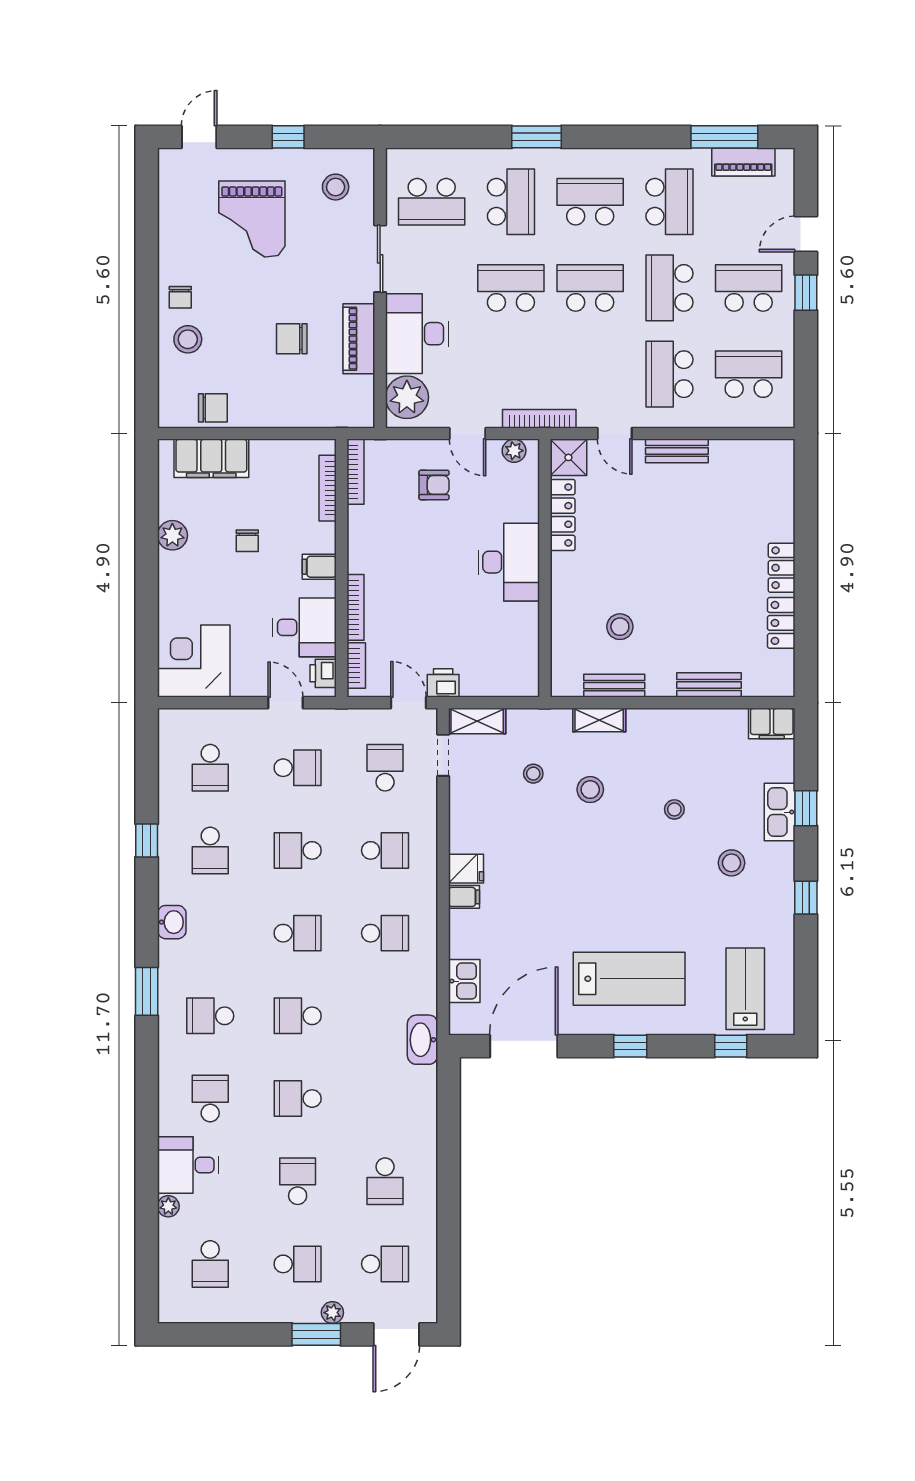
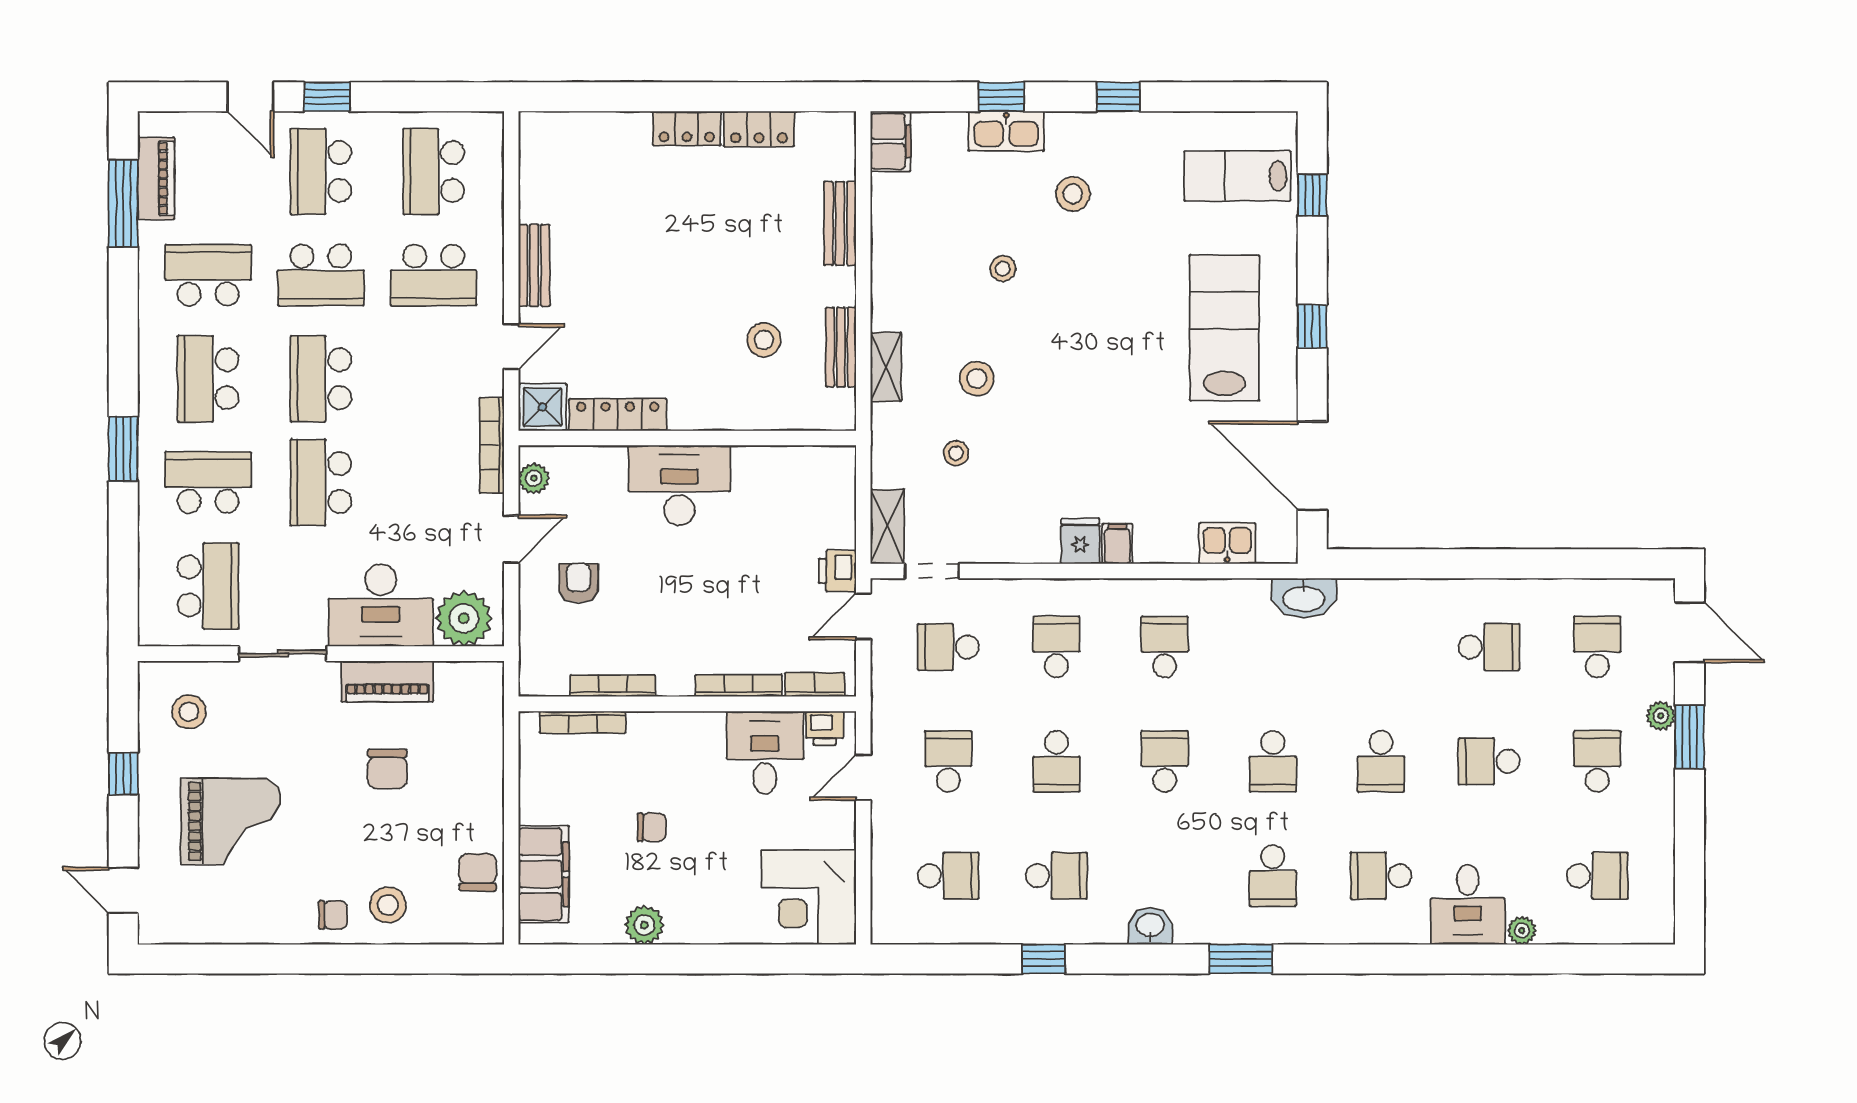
bookcase: (355, 472) -> (613, 686), moved
filing cabinet: (319, 567) -> (685, 733), removed

